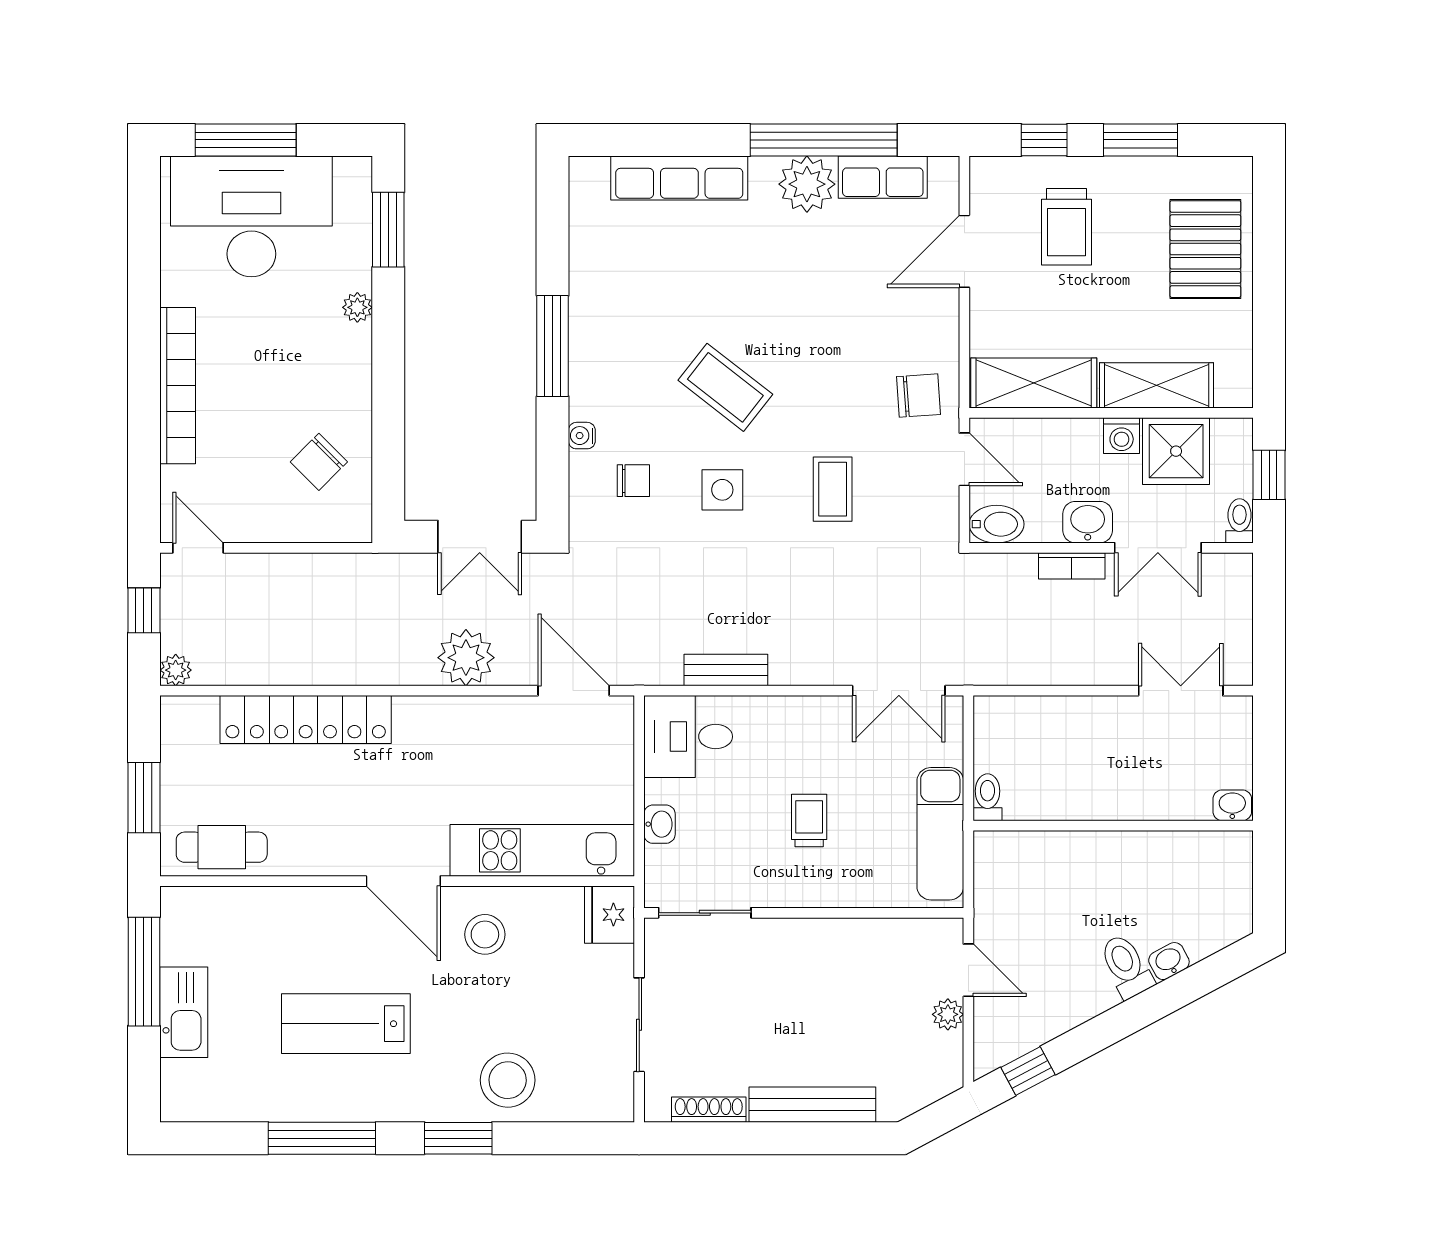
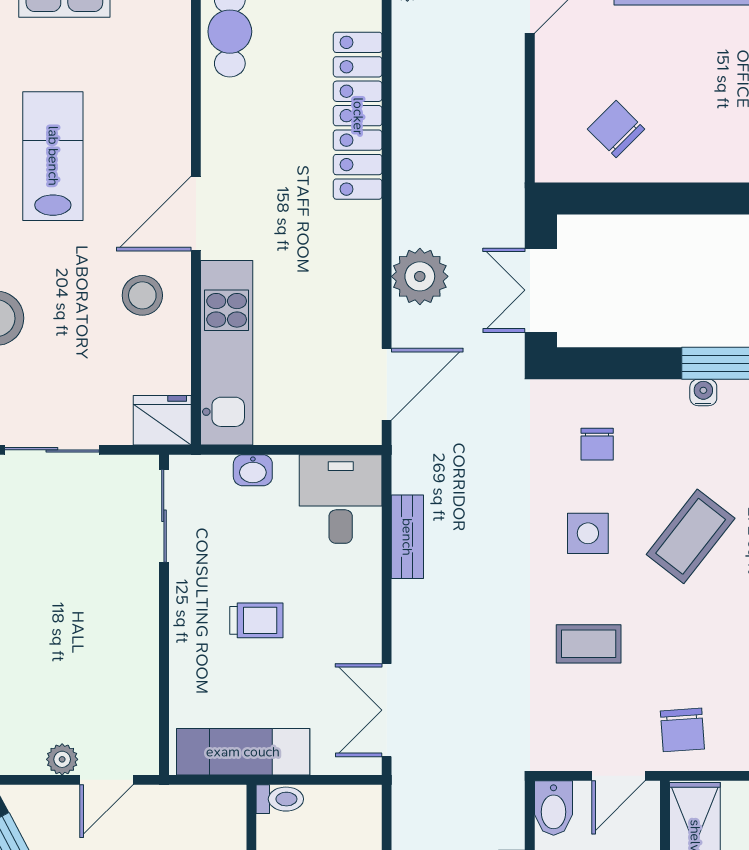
water cooler: (582, 436) -> (703, 392), moved

